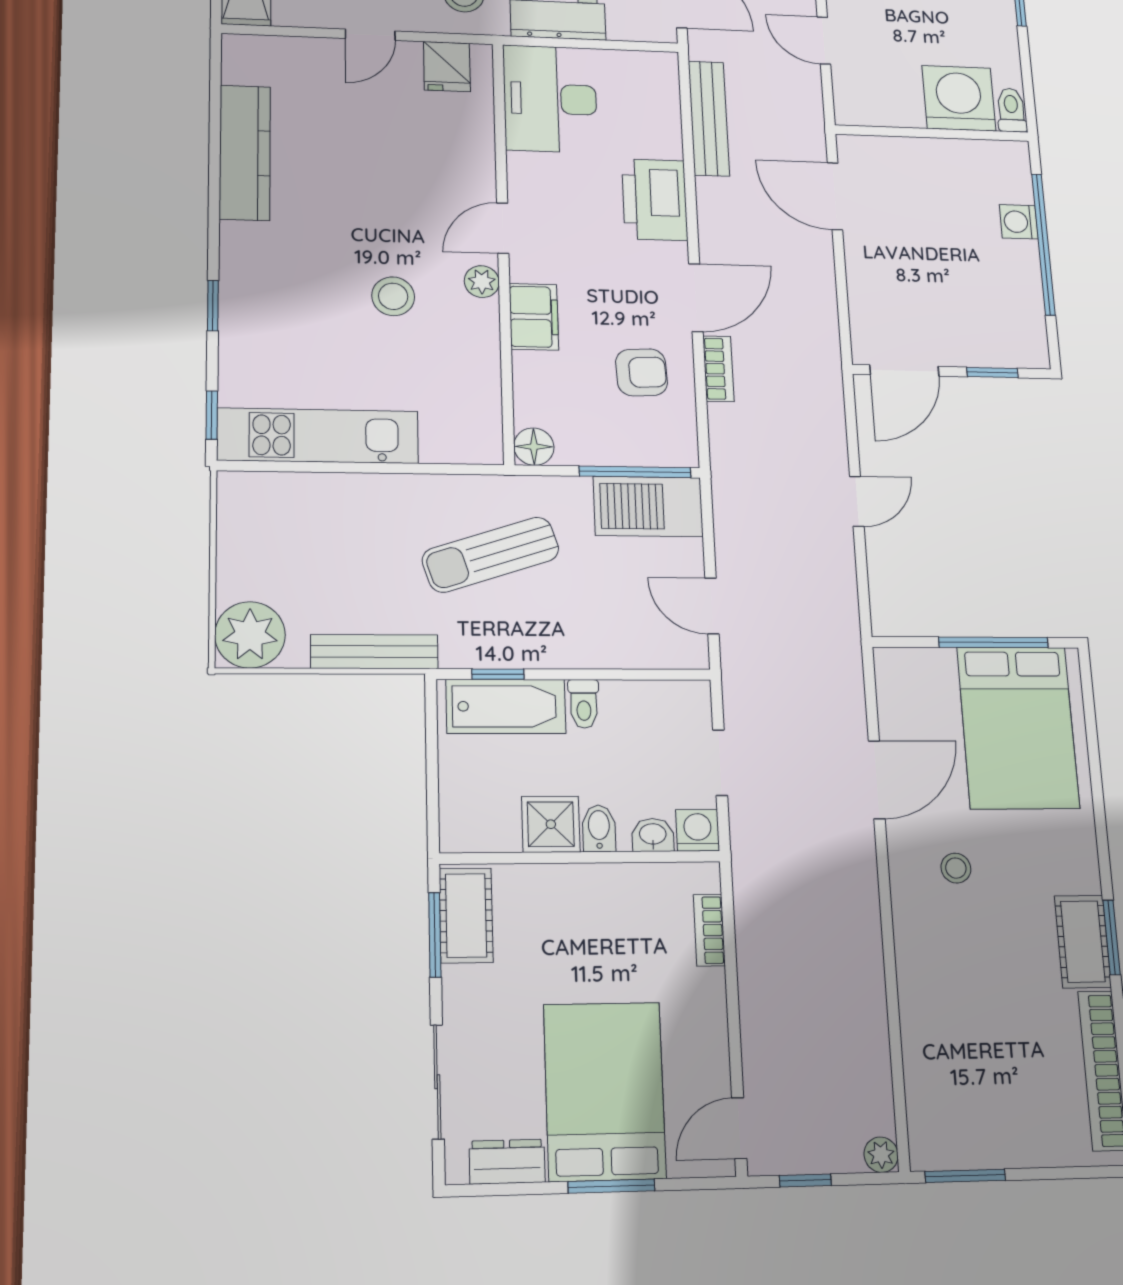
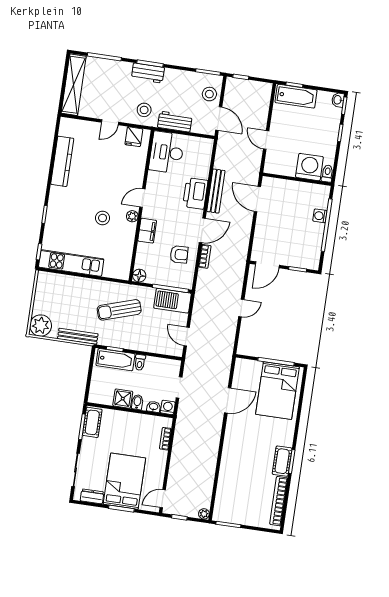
bench: (709, 118) -> (216, 191), moved
stool: (956, 868) -> (247, 432), removed

